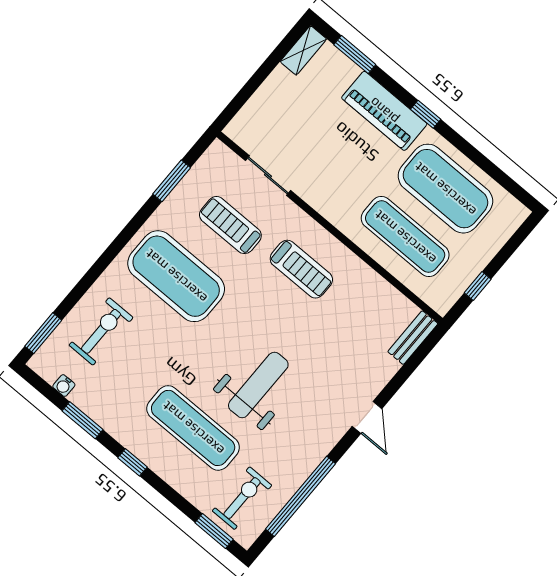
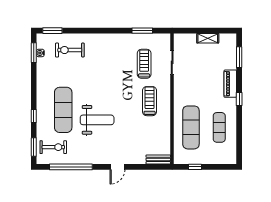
shelving: (303, 50) -> (208, 38), moved
piano: (384, 111) -> (230, 84), width x0.73, depth x0.75
exercise mat: (445, 189) -> (219, 127), width x0.50, depth x0.69
treadmill: (301, 269) -> (150, 101), turned 180
exercise mat: (176, 276) -> (111, 60), removed
exercise bike: (101, 331) -> (70, 50), turned 180
window: (83, 420) -> (34, 53), moved
window: (133, 462) -> (34, 116), moved

